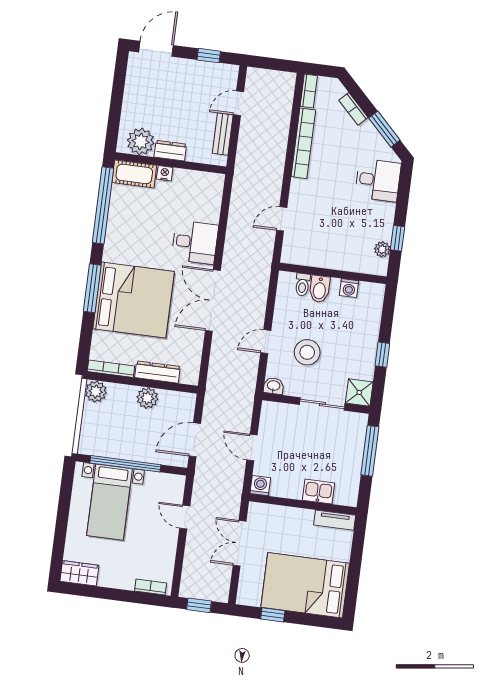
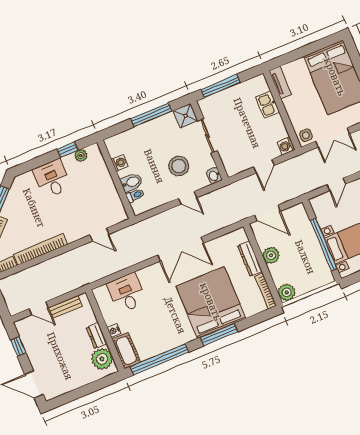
desk: (378, 180) -> (52, 179), moved
desk: (195, 242) -> (126, 293), moved
window: (382, 355) -> (151, 115), width x2.17
door: (195, 440) -> (267, 213), moved
side table: (259, 515) -> (306, 135), added

